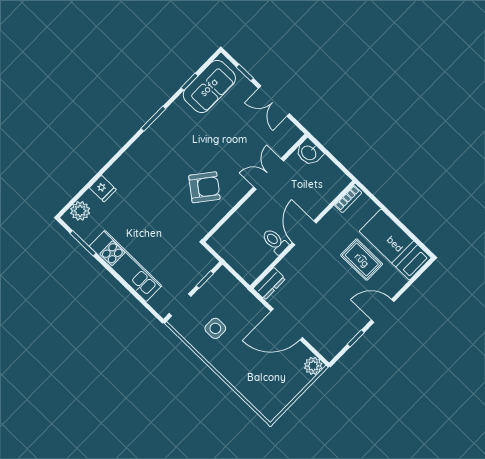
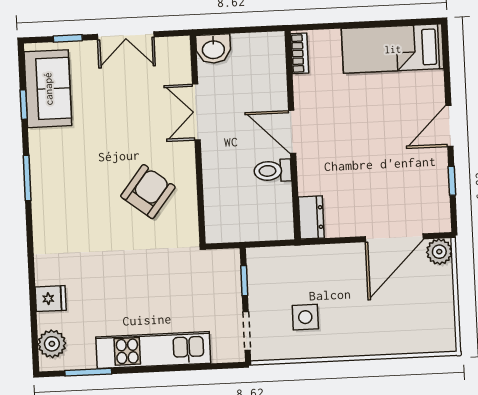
rug: (362, 260) -> (376, 98), removed
door: (287, 324) -> (394, 238), moved

